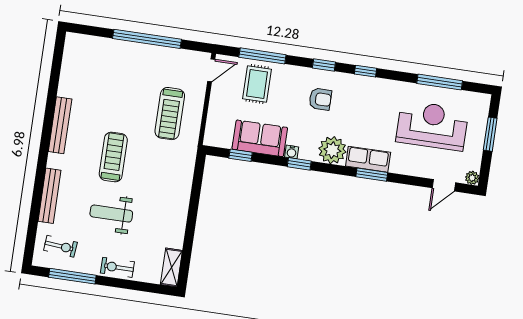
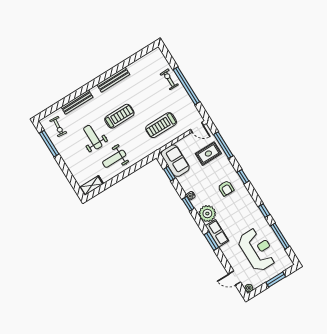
window: (366, 71) -> (264, 211), moved
sofa: (260, 138) -> (175, 161), moved
weight bench: (162, 210) -> (114, 159), added
exercise bike: (117, 267) -> (169, 79), moved

